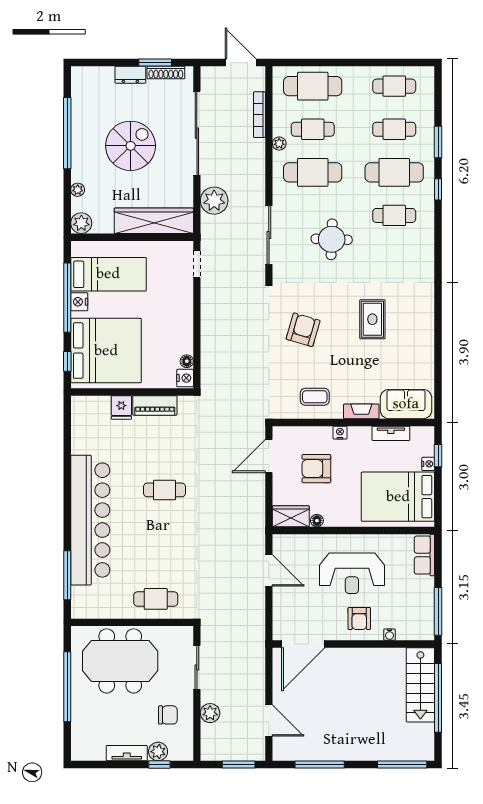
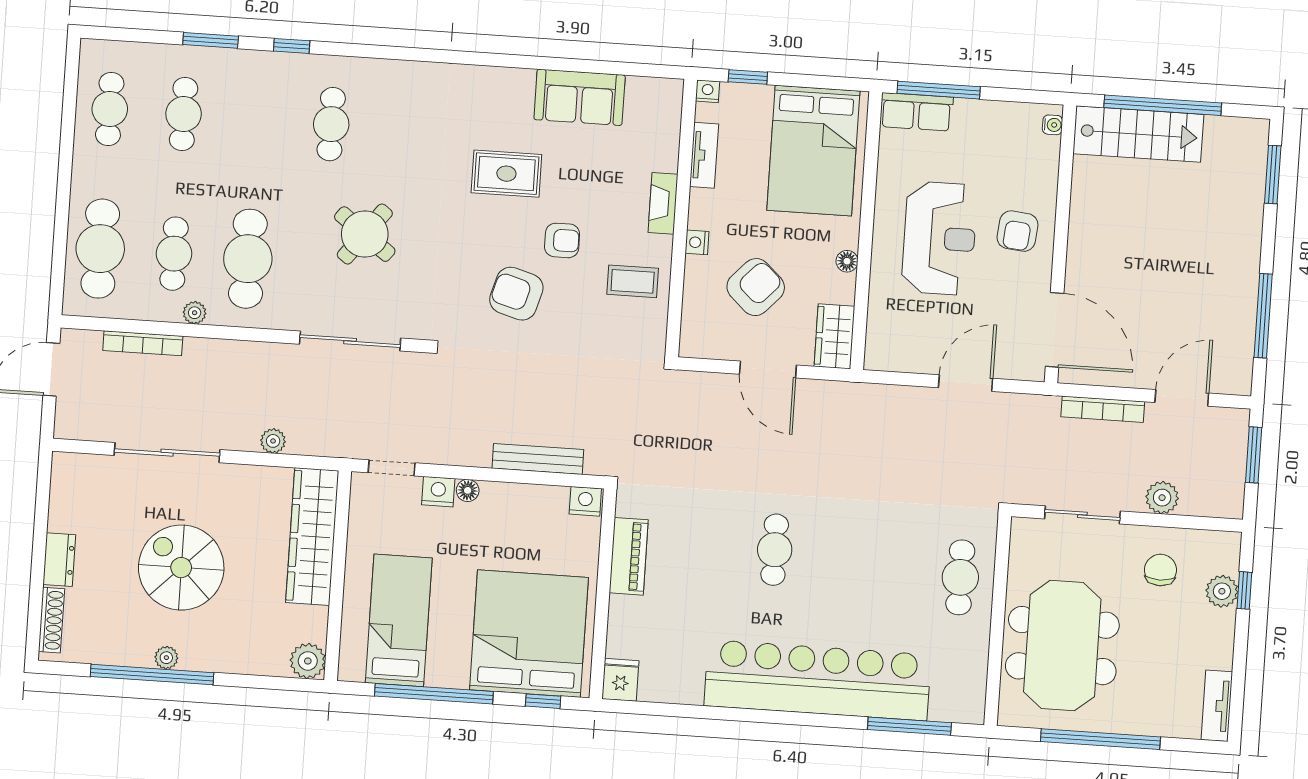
window: (155, 63) -> (41, 516), removed
shoe rack: (166, 73) -> (51, 620), moved
sliding door: (197, 133) -> (167, 453), width x0.73
cafe table: (394, 172) -> (257, 119), removed
plant: (78, 190) -> (166, 658), moved
plant: (214, 201) -> (273, 441), width x0.53, depth x0.53
round table: (332, 239) -> (365, 234), turned 35
nightstand: (79, 302) -> (438, 492), moved, turned 180
bench: (208, 349) -> (538, 459), added
armchair: (336, 354) -> (562, 240), added
floor lamp: (187, 361) -> (468, 490), moved
coffee table: (315, 397) -> (633, 281), turned 90
sofa: (406, 404) -> (580, 97), moved, turned -90
fridge: (121, 407) -> (620, 680), moved, turned -90
door: (269, 456) -> (768, 370), moved
nightstand: (428, 464) -> (707, 91), moved
armchair: (316, 469) -> (756, 287), turned -137
floor lamp: (317, 521) -> (847, 261), moved
door: (269, 570) -> (966, 383), moved
window: (438, 611) -> (939, 90), moved
armchair: (359, 618) -> (1017, 231), turned 96
water cooler: (390, 635) -> (1053, 125), moved
bookcase: (259, 675) -> (1103, 409), added
tv unit: (127, 753) -> (1217, 706), moved
window: (402, 765) -> (1273, 175), width x0.69

